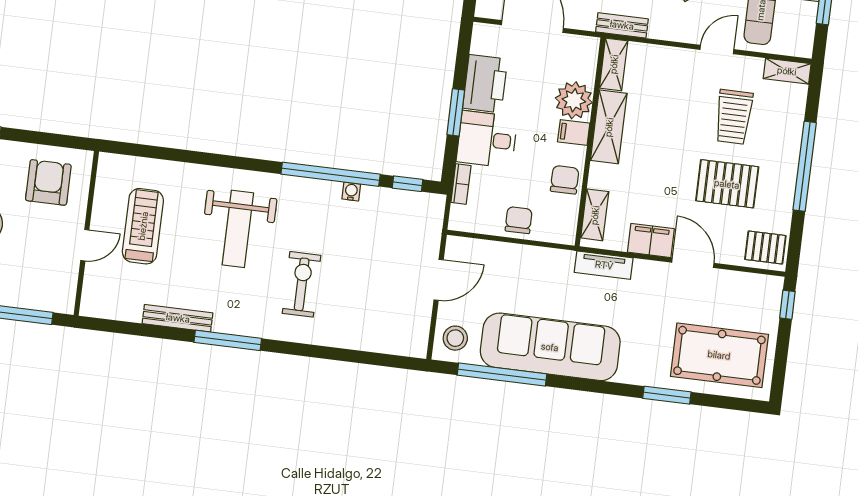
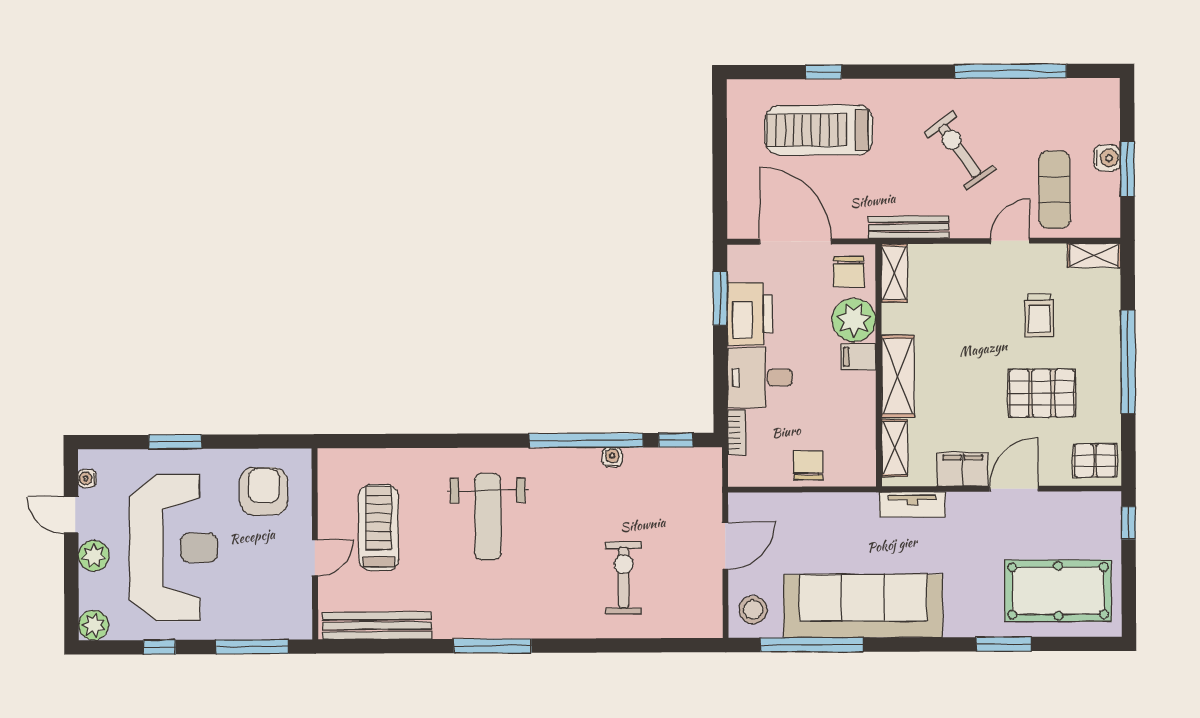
bench: (622, 25) -> (909, 227), width x1.36
window: (456, 112) -> (720, 298), moved
trolley: (734, 117) -> (1039, 316), width x0.73, depth x0.72
shelving: (609, 127) -> (898, 376), moved
chair: (565, 180) -> (849, 272), moved, turned 180
door: (693, 263) -> (1014, 489), hinge flipped
exercise bike: (302, 284) -> (624, 578), moved
bench: (178, 318) -> (377, 626), moved, width x1.37, depth x1.21

